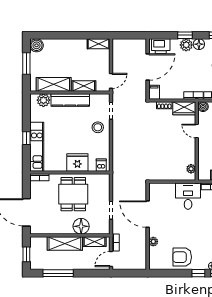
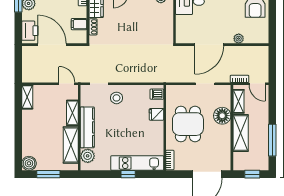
filing cabinet: (154, 92) -> (79, 24), moved
fridge: (77, 162) -> (156, 114), width x0.53, depth x0.75
dining table: (73, 194) -> (188, 124), turned 90

